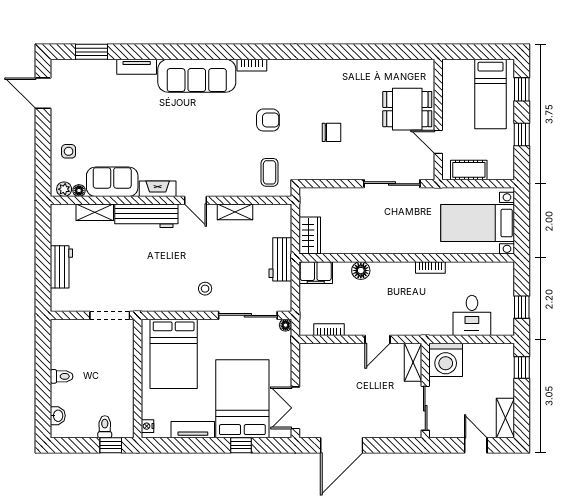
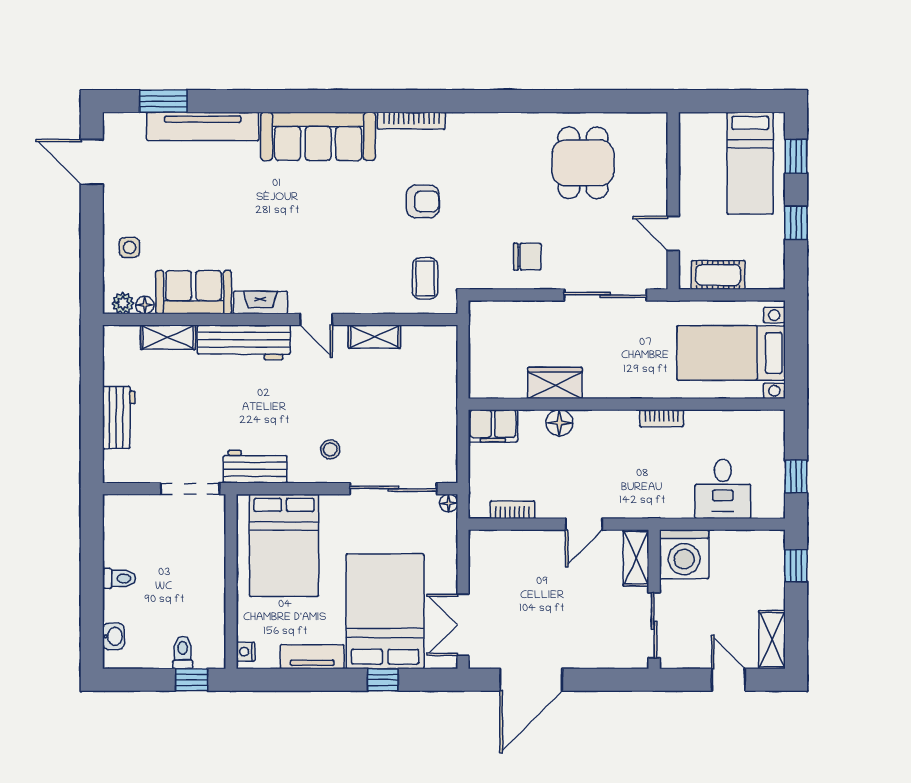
bookcase: (252, 65) -> (411, 121), width x1.56
tv unit: (137, 67) -> (203, 126), width x1.92, depth x1.29
dining table: (407, 109) -> (583, 163), moved, turned 90
chair: (331, 132) -> (527, 257), moved
wardrobe: (310, 235) -> (555, 383), moved, turned -90
workbench: (280, 259) -> (255, 467), moved, turned 90

